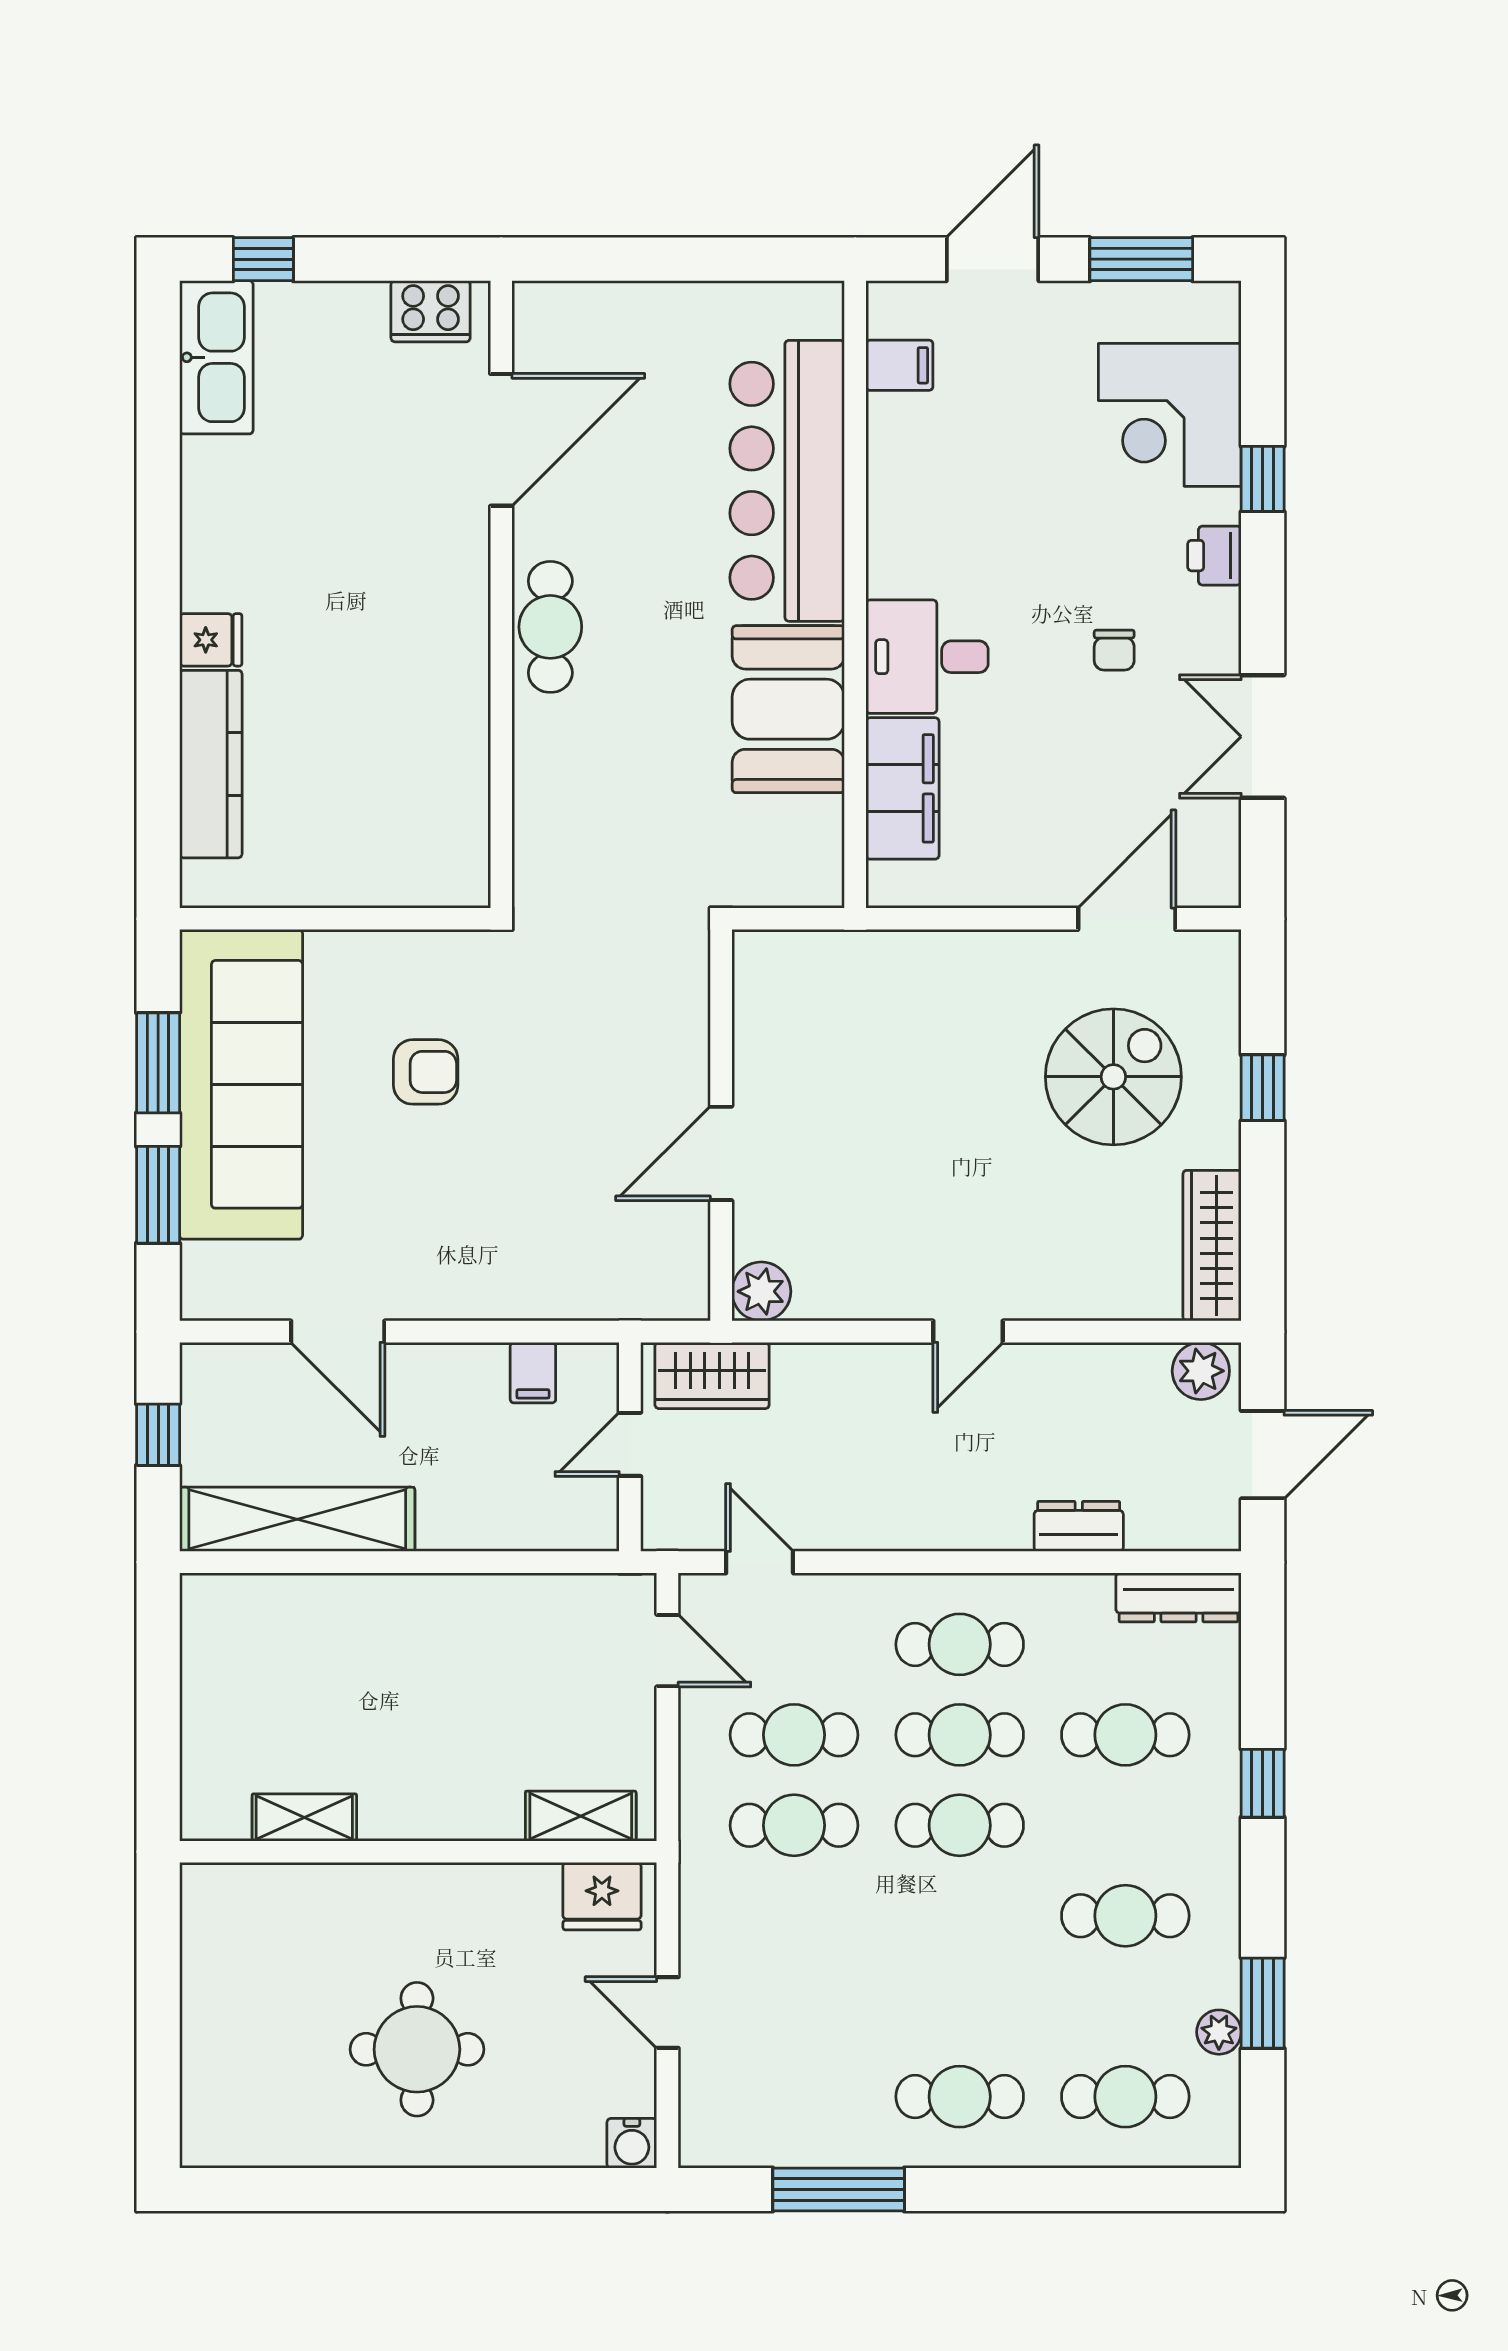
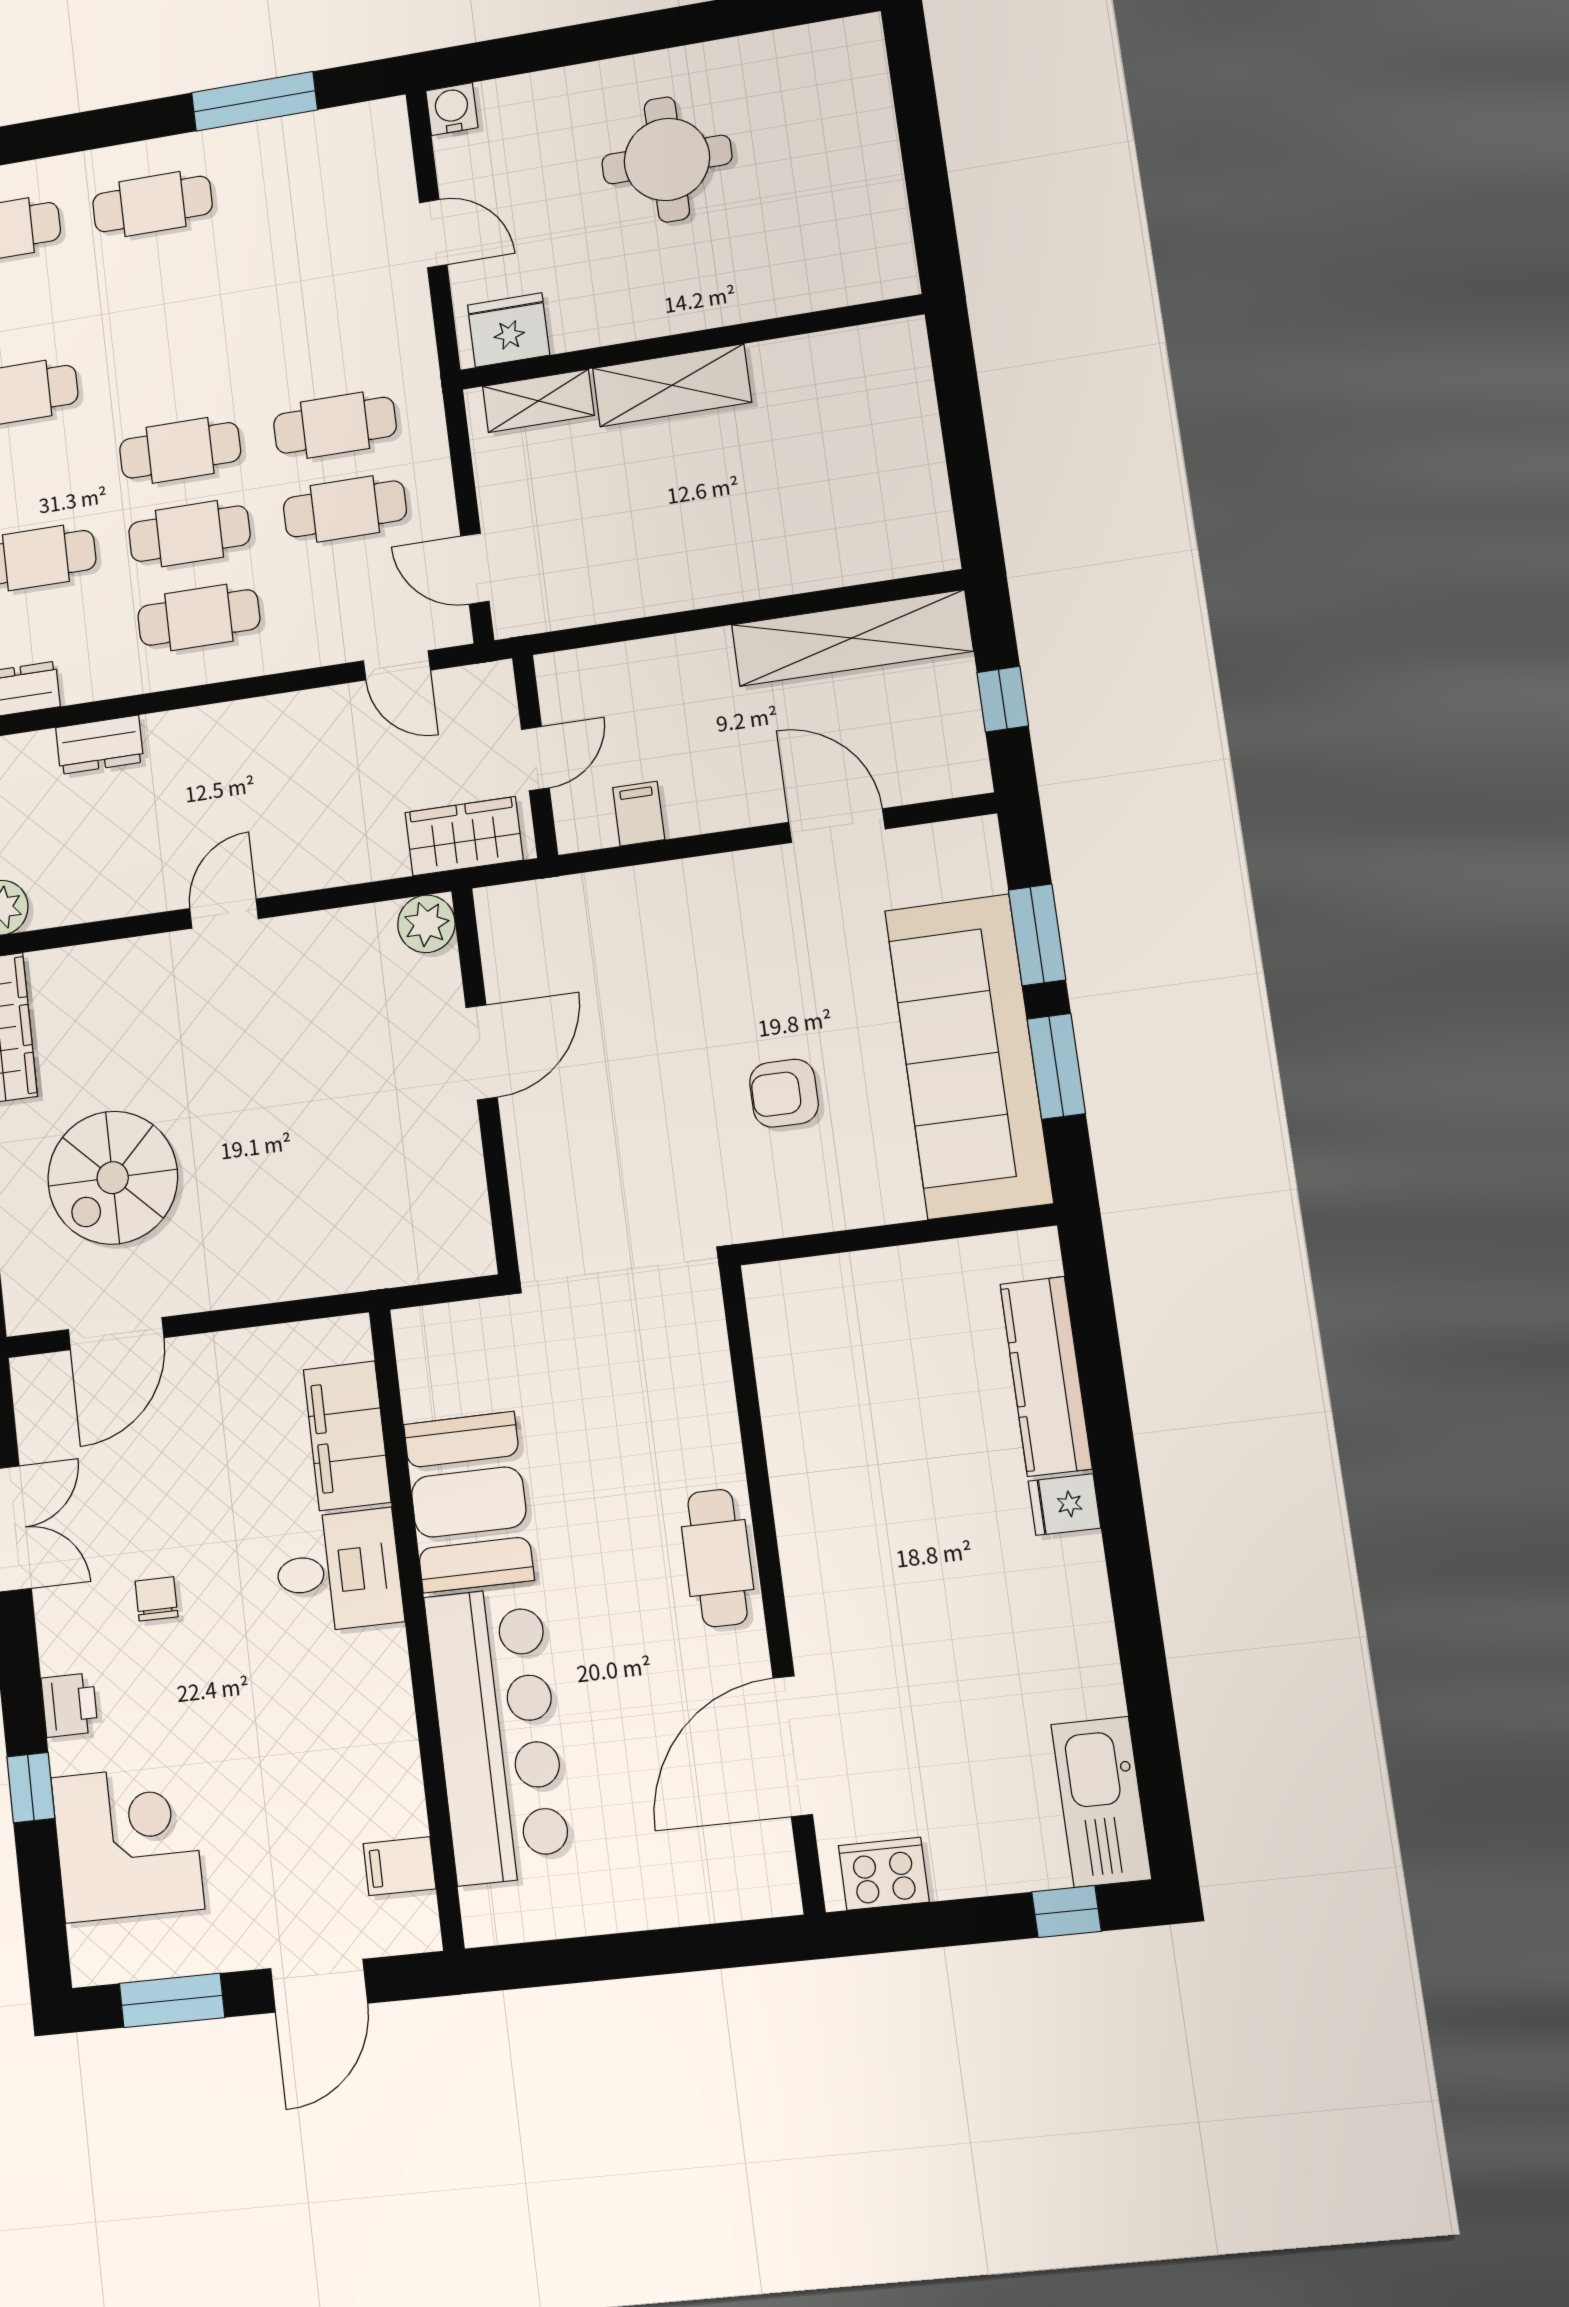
shelving: (304, 1817) -> (672, 385), moved, width x1.50, depth x1.33

